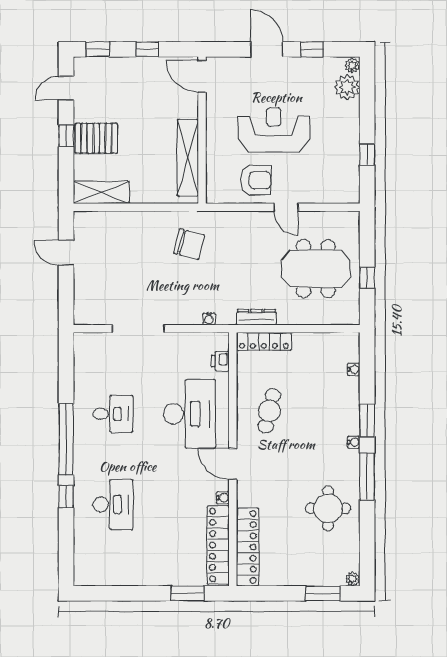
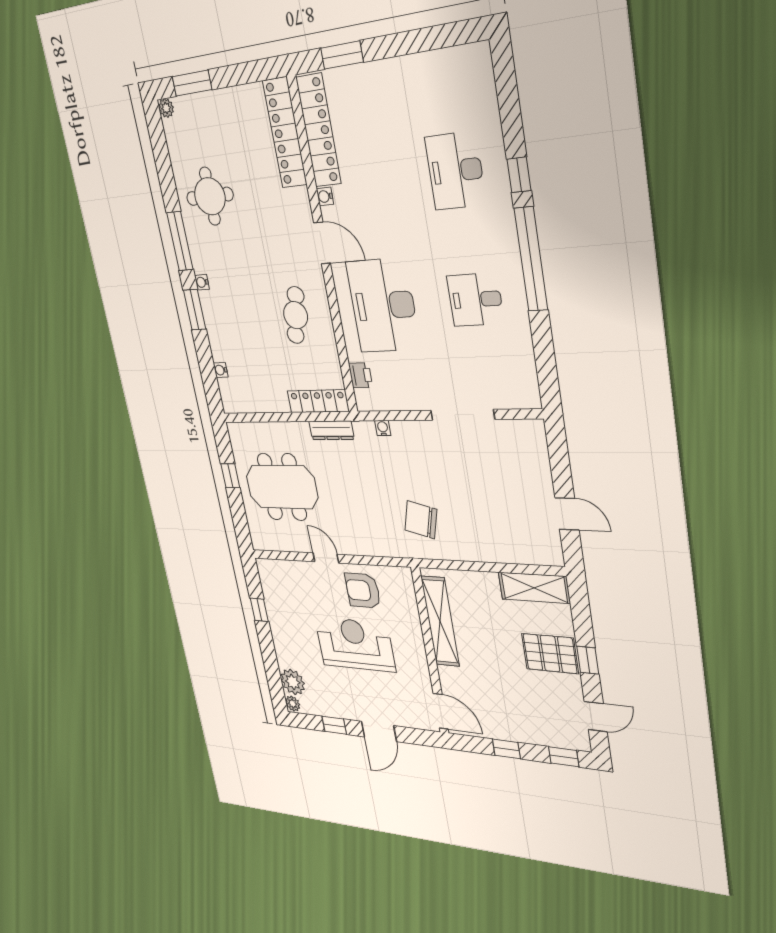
door: (267, 49) -> (379, 731), hinge flipped
reception desk: (274, 130) -> (355, 644), turned 180

